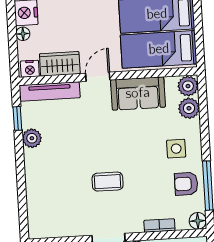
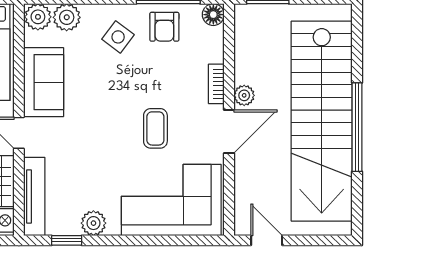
side table: (176, 149) -> (118, 37), turned 37
corner sofa: (53, 197) -> (171, 200), added
bookcase: (159, 225) -> (216, 84), moved

